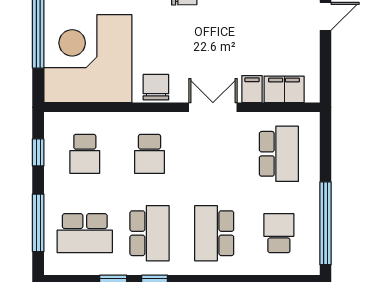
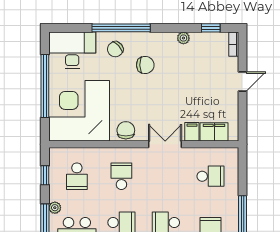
school desk: (150, 154) -> (121, 176), turned 180
school desk: (279, 154) -> (210, 176), width x0.54
plant: (53, 200) -> (55, 208), added

